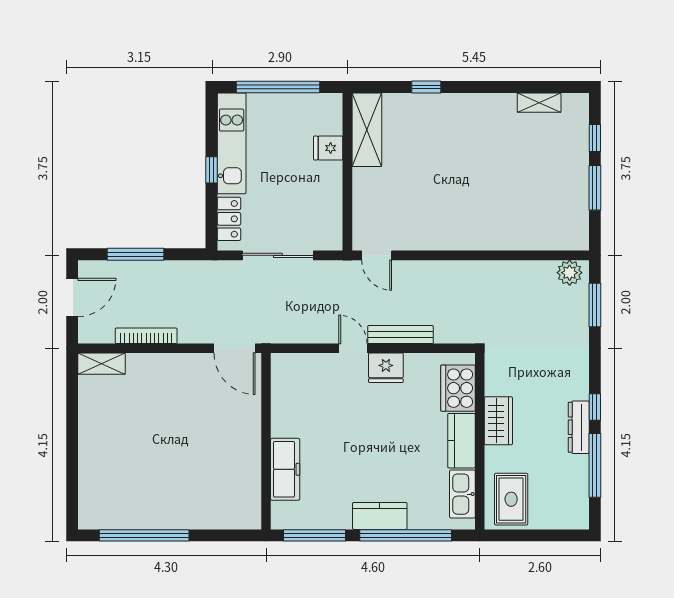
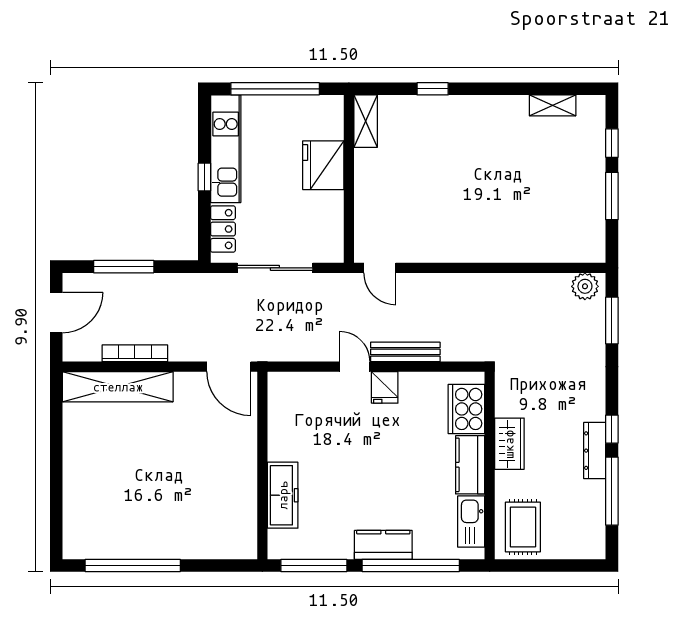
shelving: (367, 130) -> (366, 121), width x0.67, depth x0.75
fridge: (328, 148) -> (323, 165), width x1.88, depth x1.34
shelving: (102, 364) -> (118, 387), width x2.20, depth x1.33
fridge: (386, 368) -> (385, 387), width x0.72

